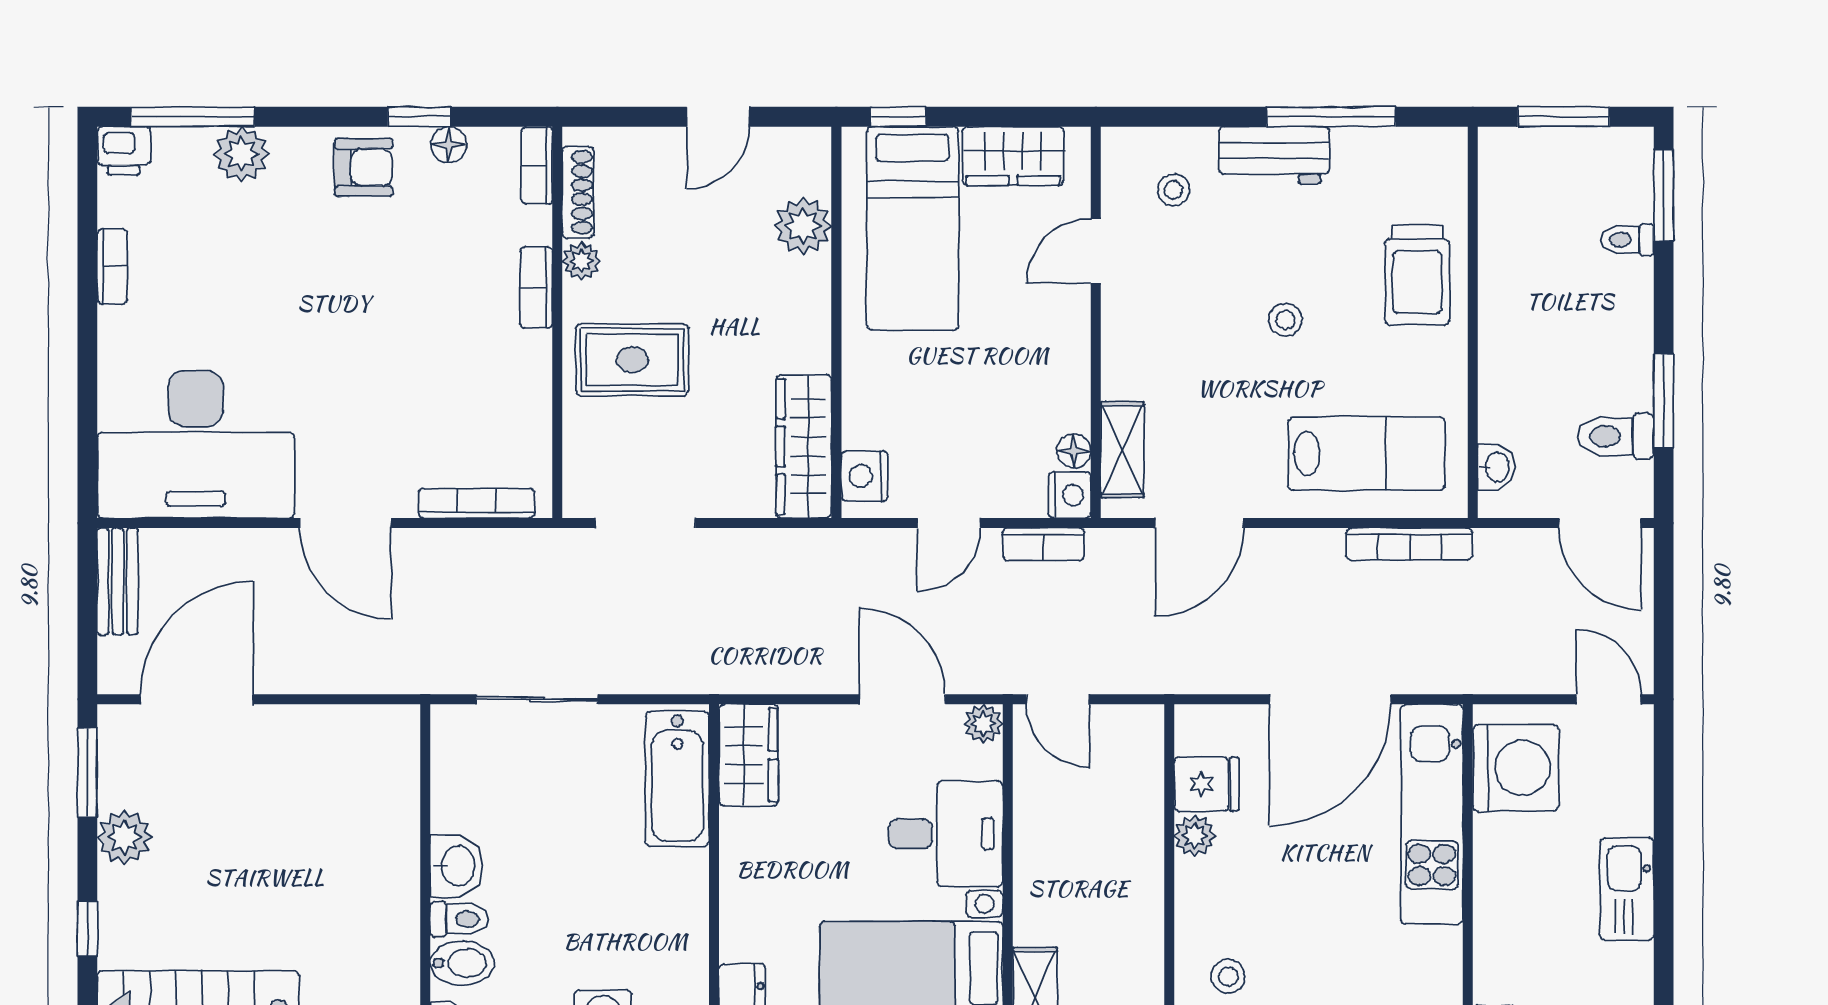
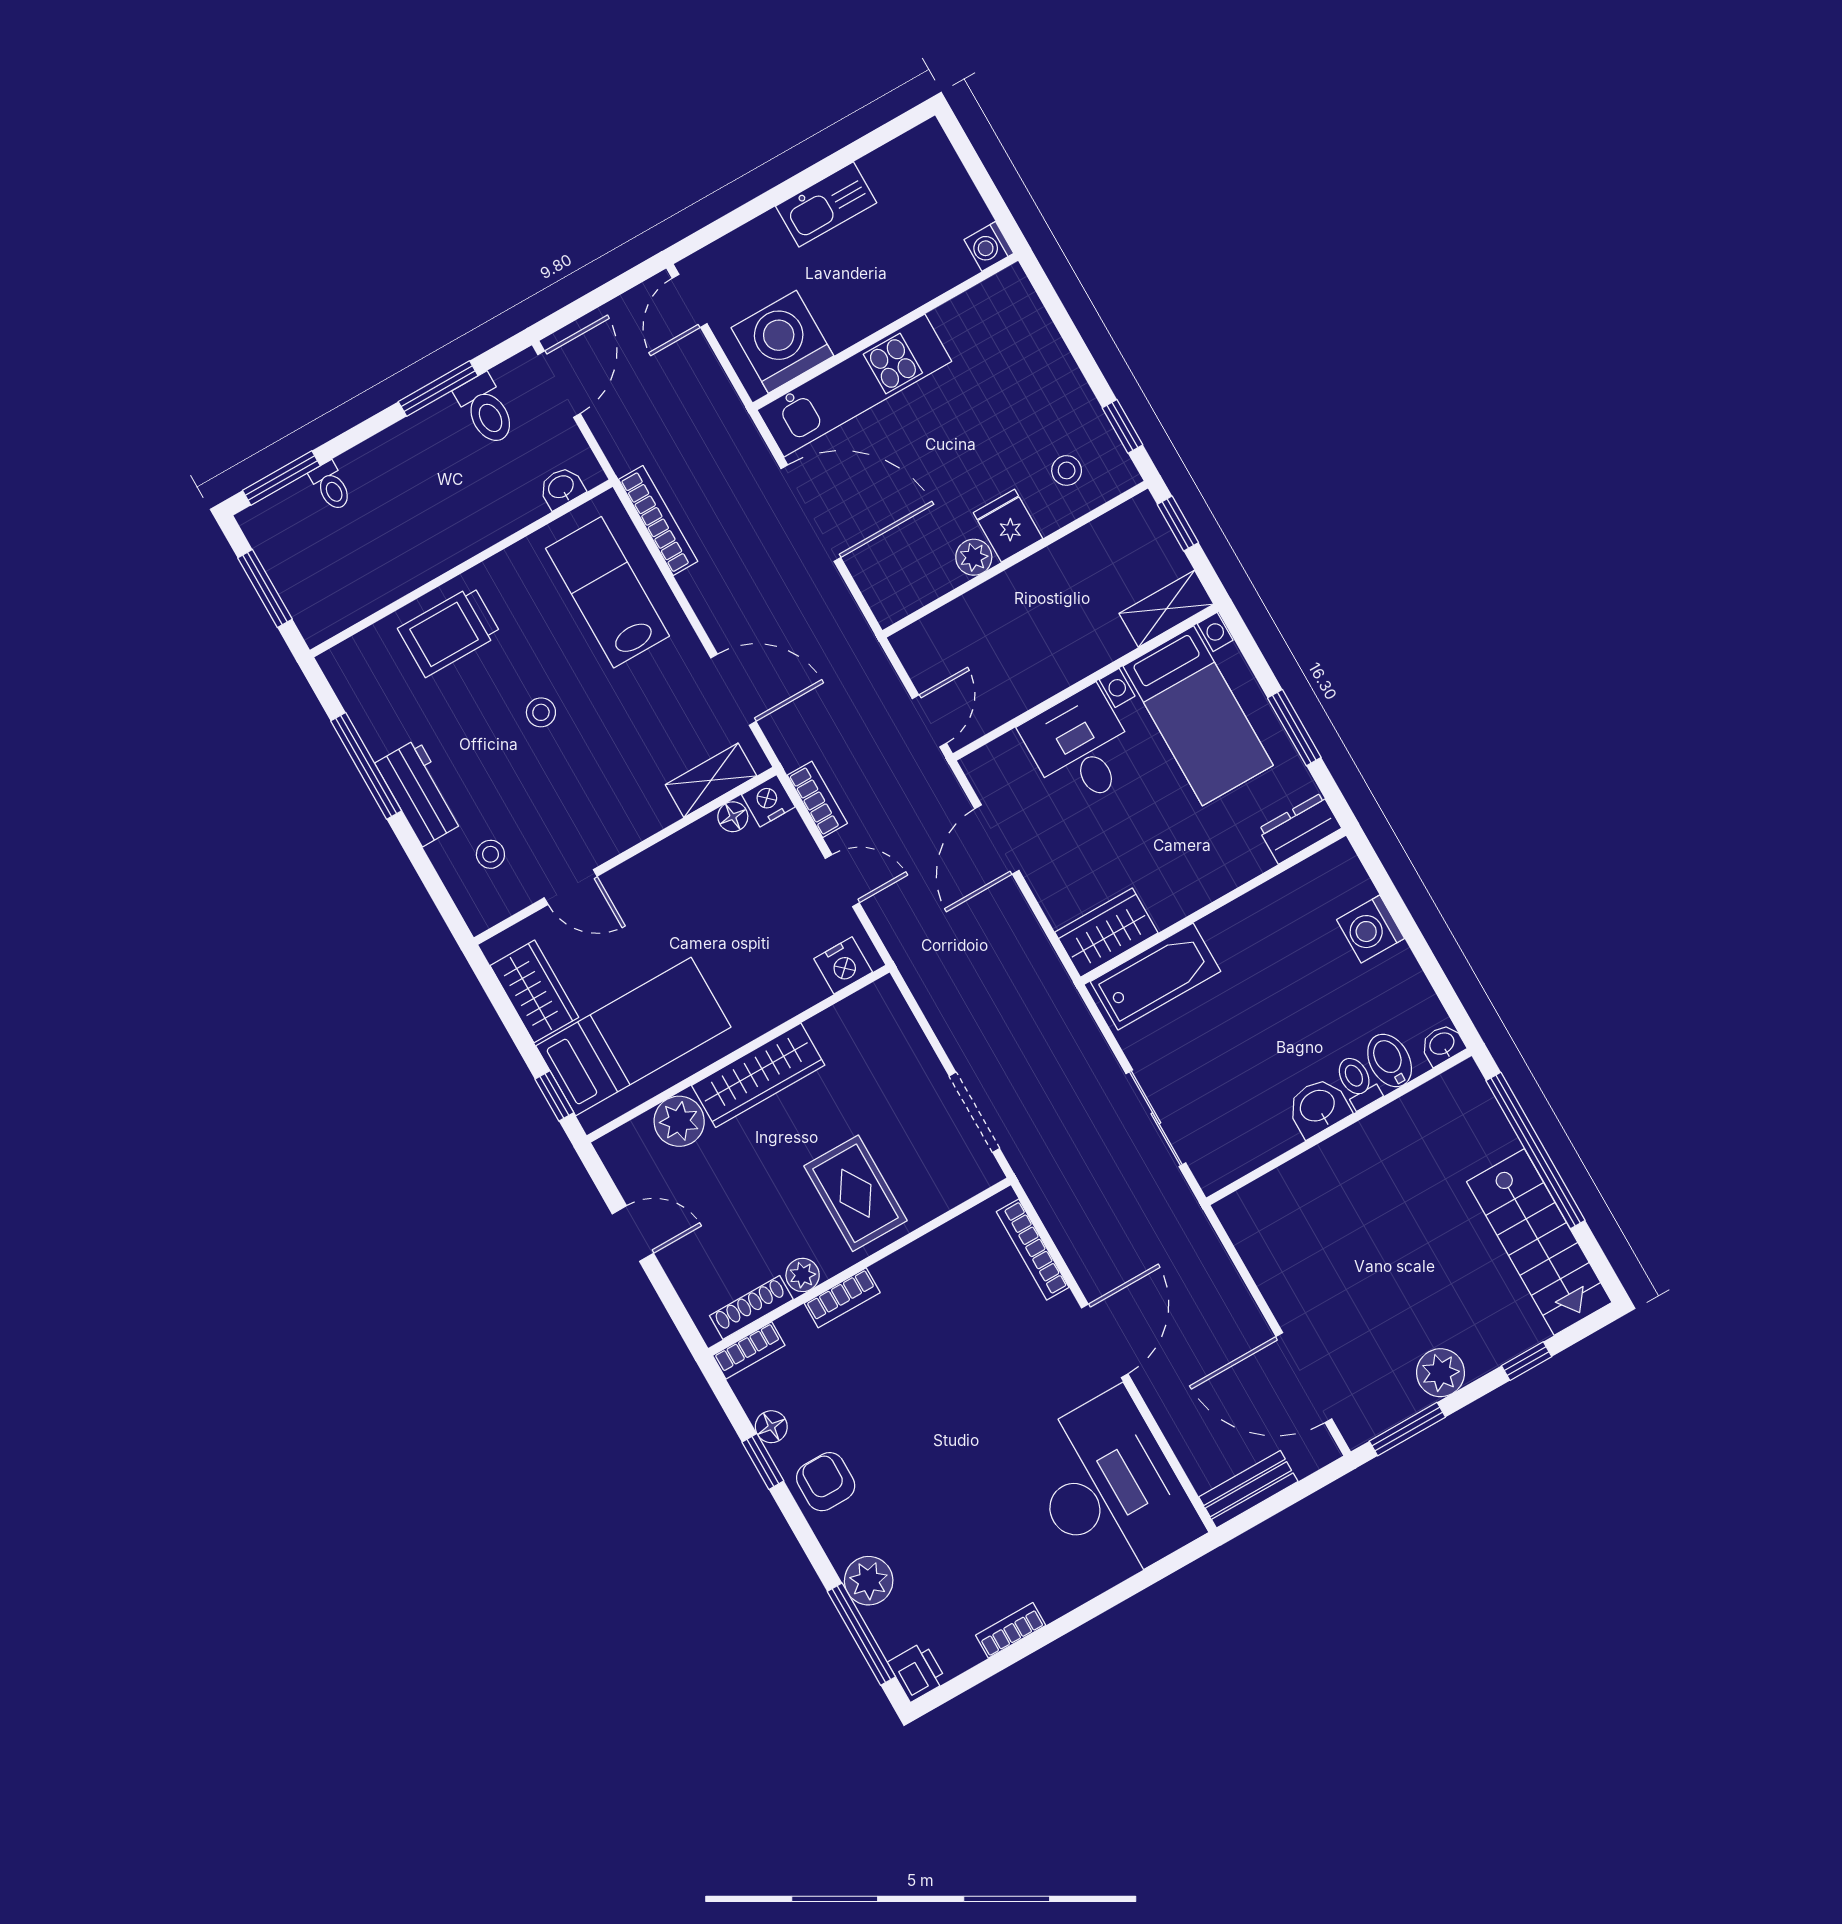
trolley: (1417, 275) -> (449, 631), turned 180
wardrobe: (804, 446) -> (758, 1075), moved
plant: (983, 724) -> (980, 767), removed
fridge: (1207, 784) -> (1008, 526), moved

